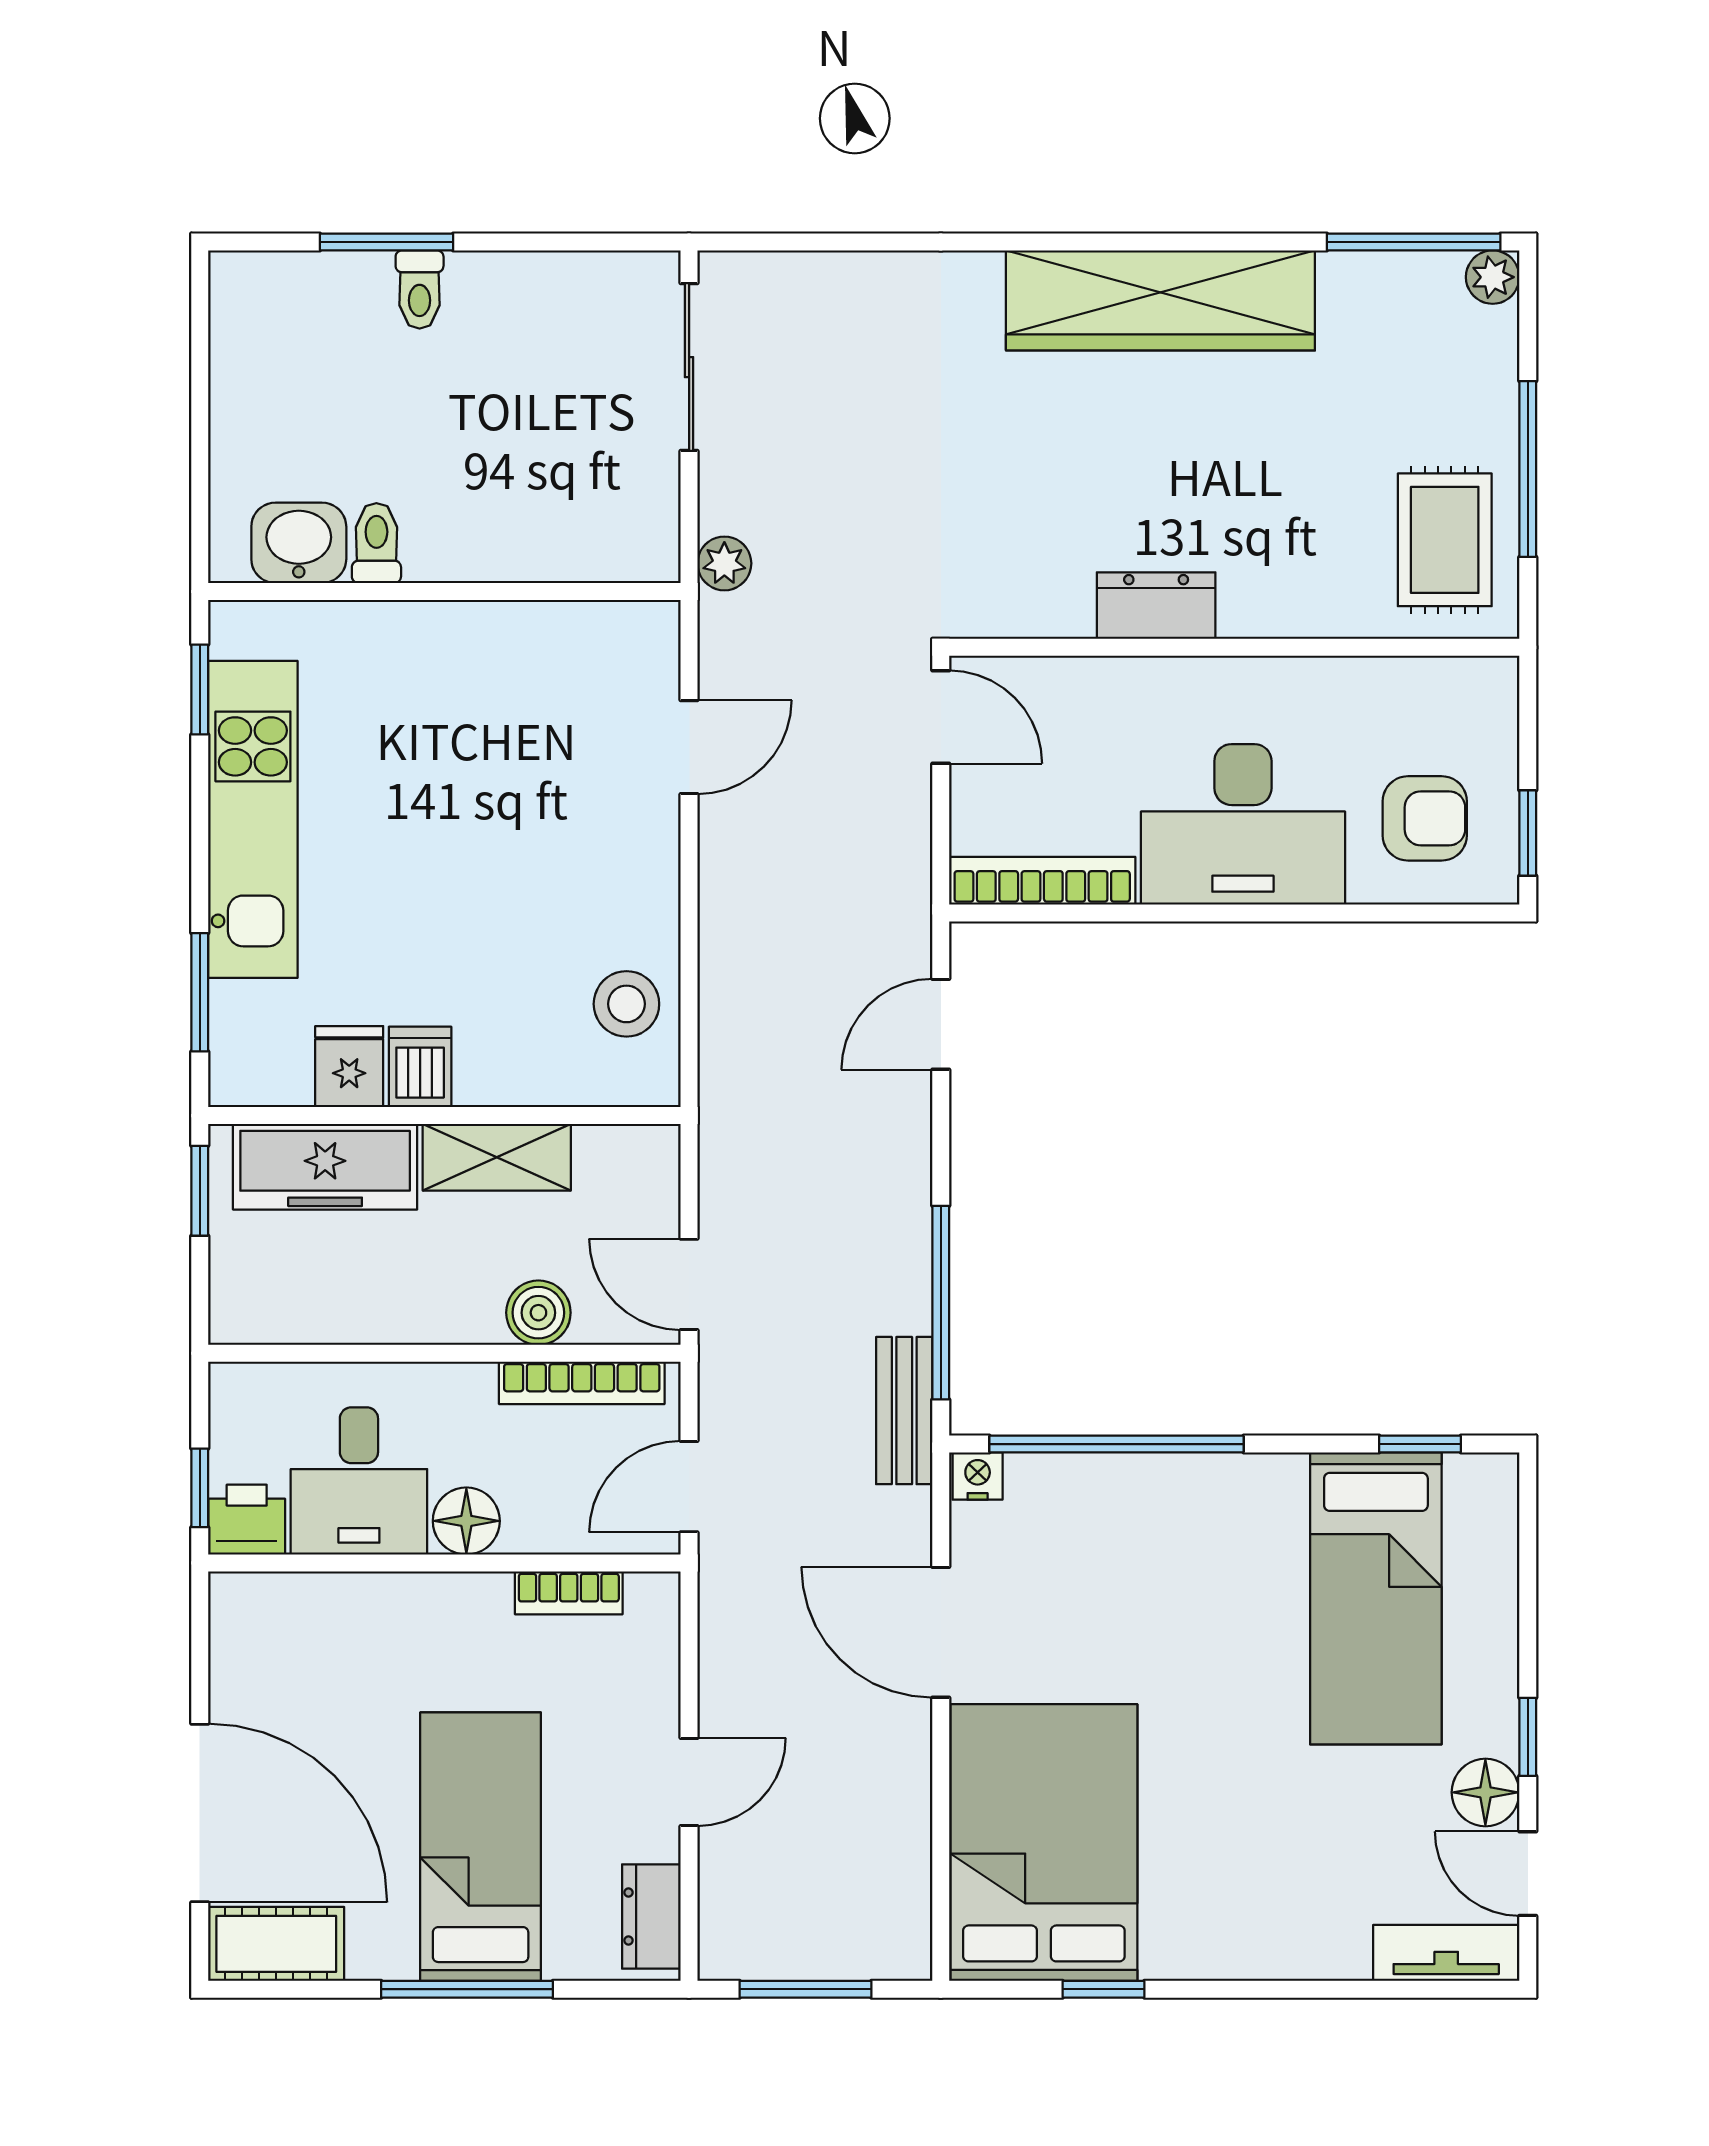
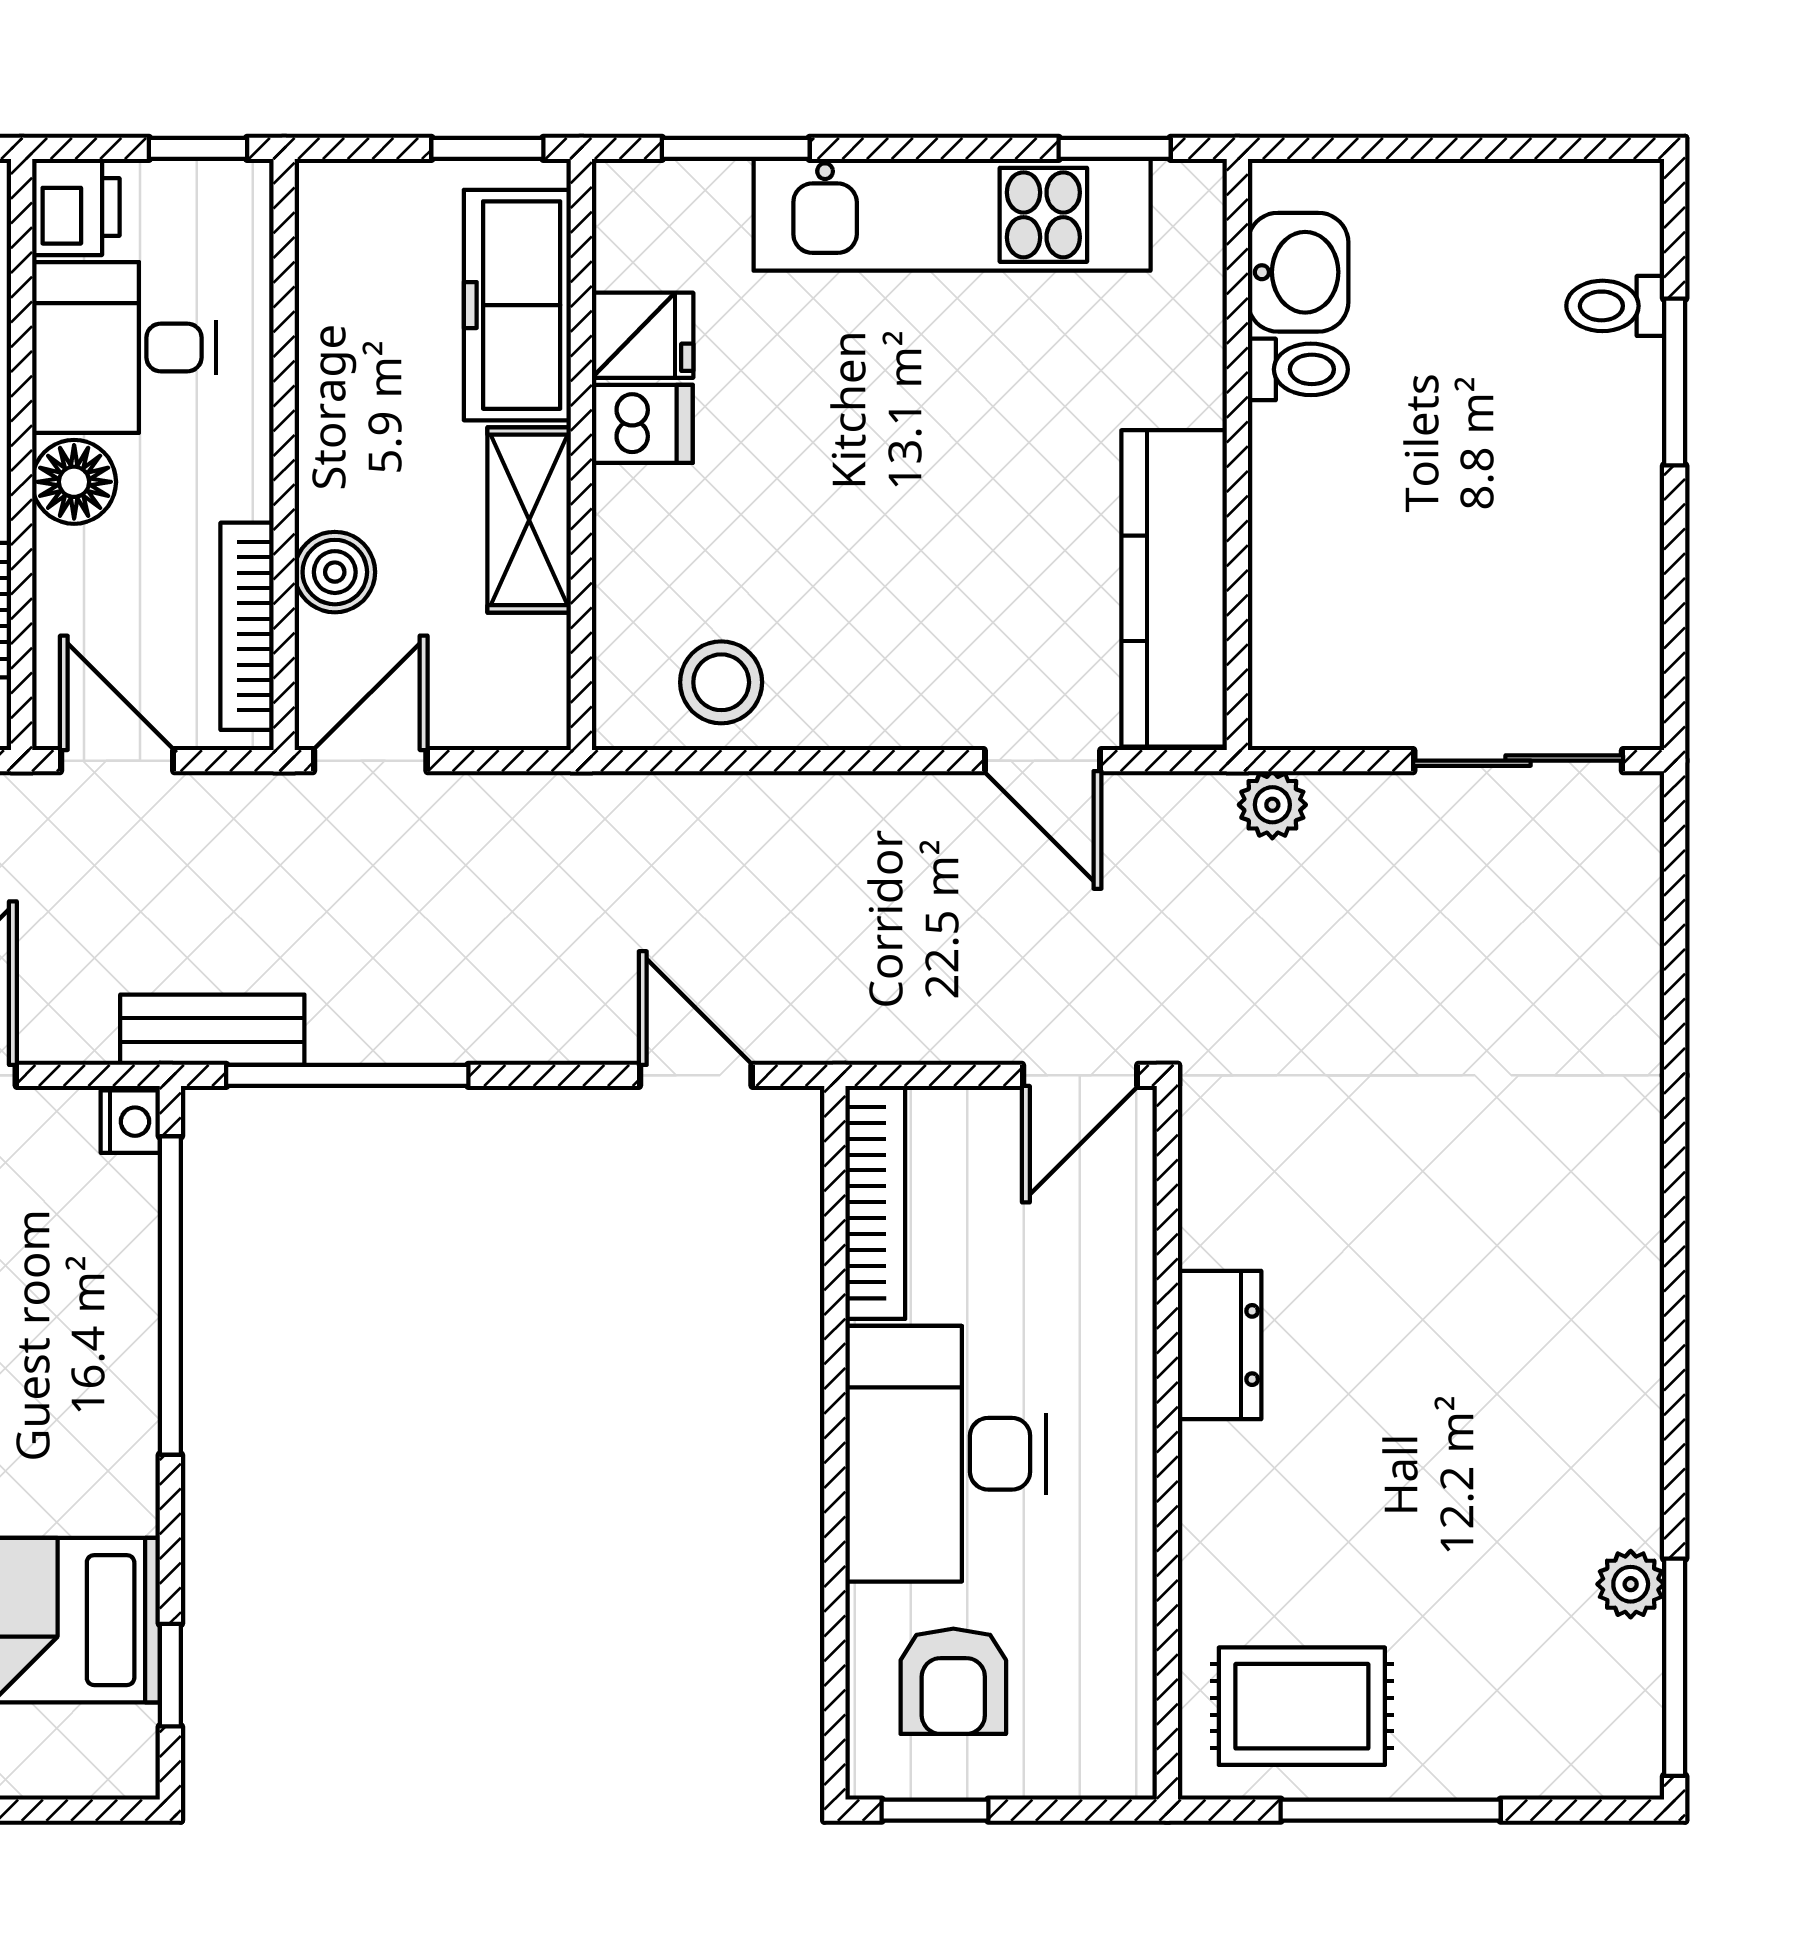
plant: (1493, 277) -> (1631, 1584), moved
toilet: (420, 289) -> (1615, 306), moved
wardrobe: (1160, 300) -> (1601, 1350), removed
kitchen counter: (551, 642) -> (1174, 588), added
window: (200, 1488) -> (198, 148), moved

